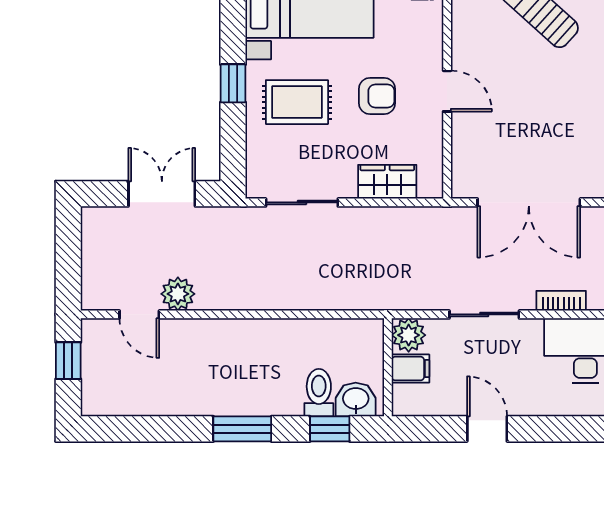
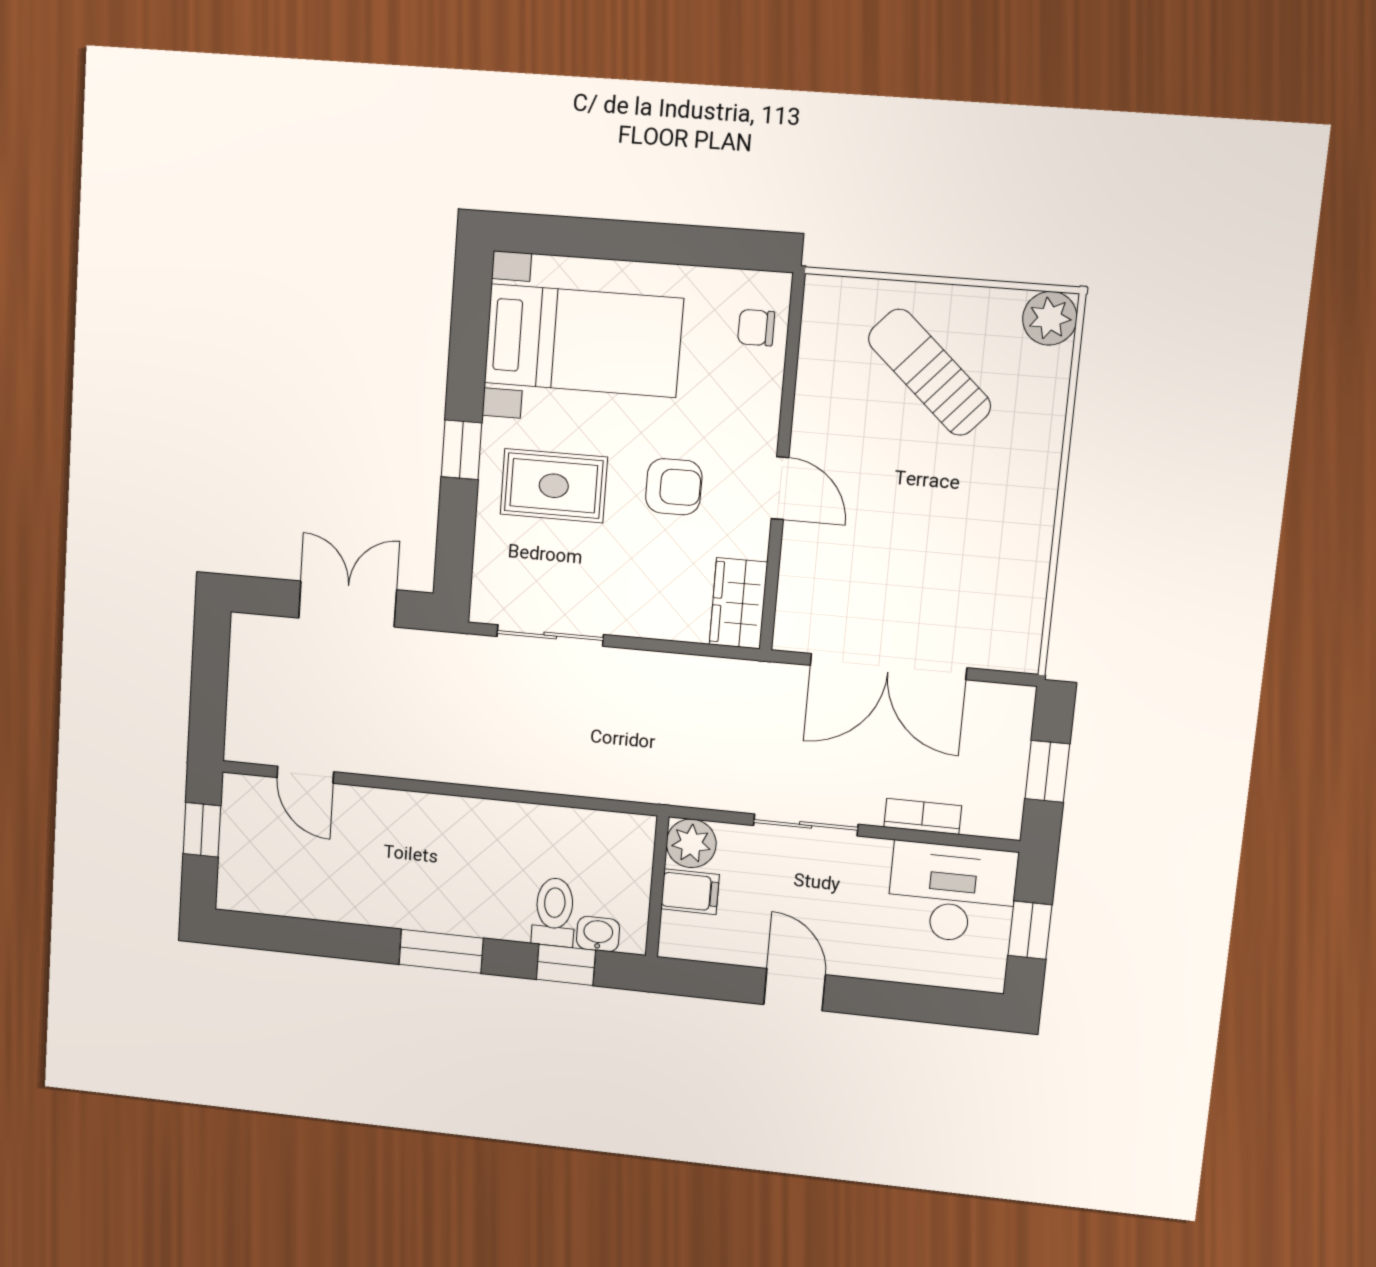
wardrobe: (387, 182) -> (738, 603), moved, turned -90
plant: (178, 294) -> (362, 751), removed
washbasin: (356, 400) -> (598, 934), width x0.72, depth x0.69

